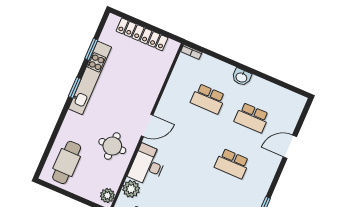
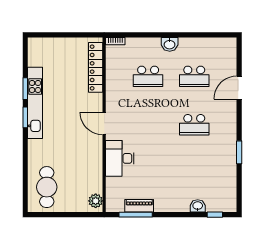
locker: (142, 34) -> (96, 67), moved, turned 90
window: (91, 49) -> (25, 89), moved
door: (147, 126) -> (104, 123), swing flipped
round table: (112, 146) -> (81, 155), removed
plant: (131, 189) -> (114, 186), removed

